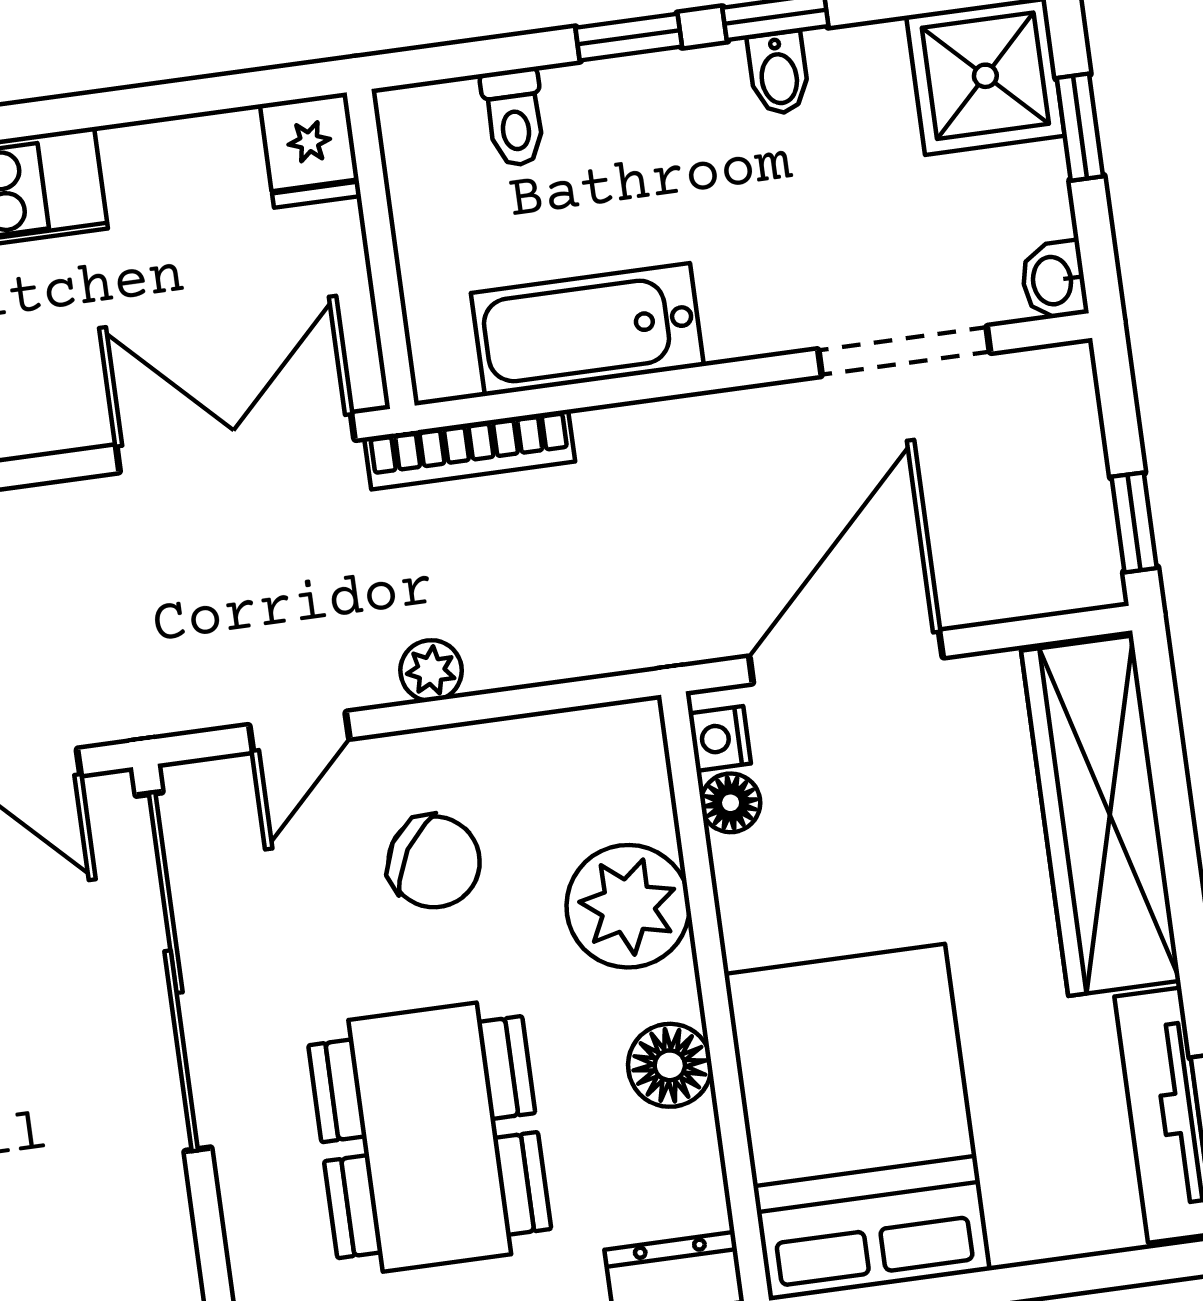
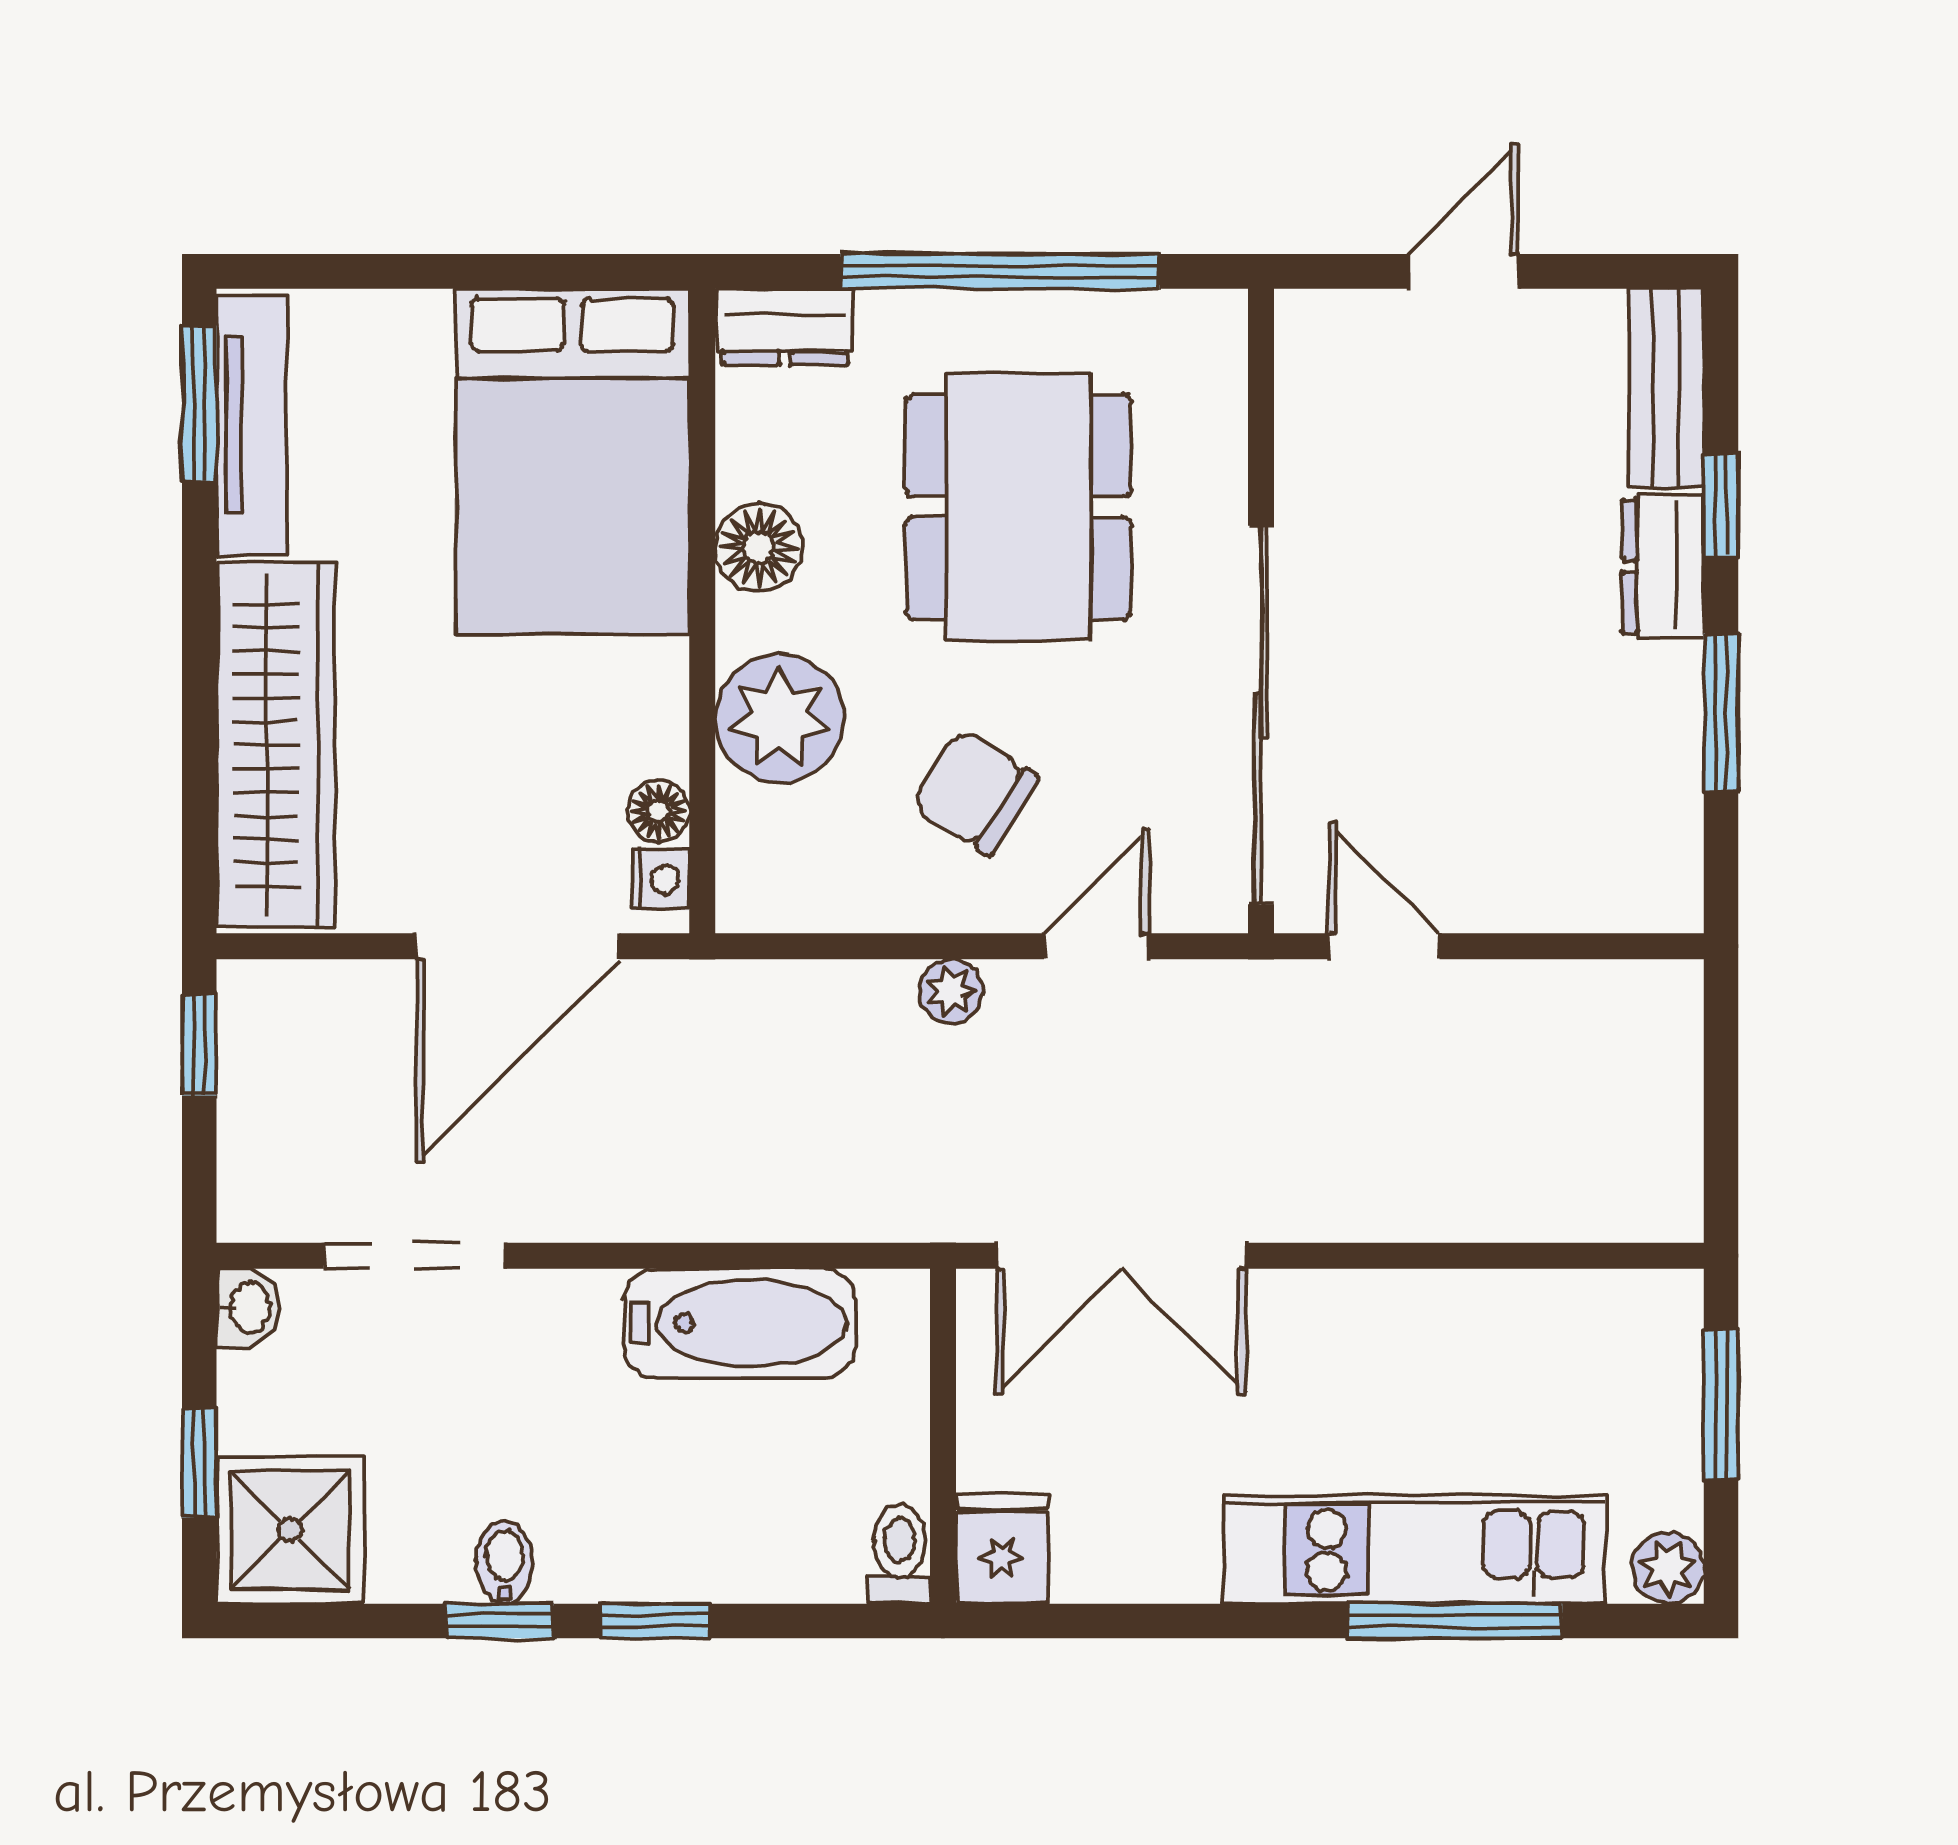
toilet: (514, 117) -> (899, 1554), moved
bookcase: (470, 450) -> (879, 1215), removed

